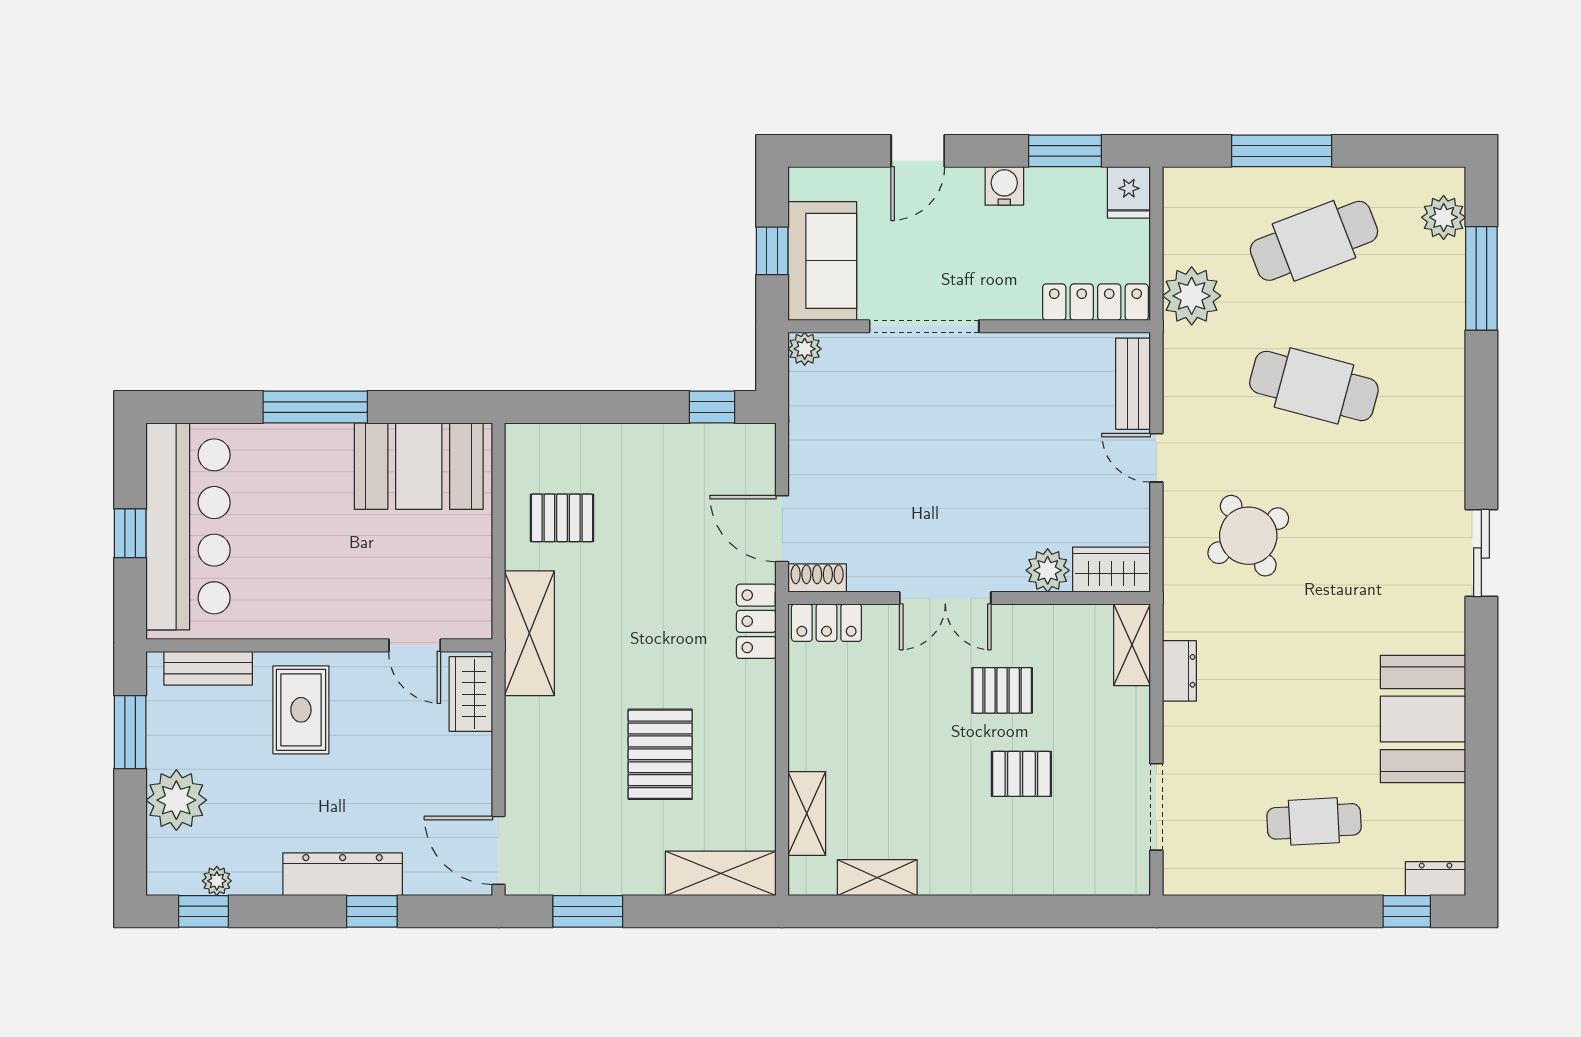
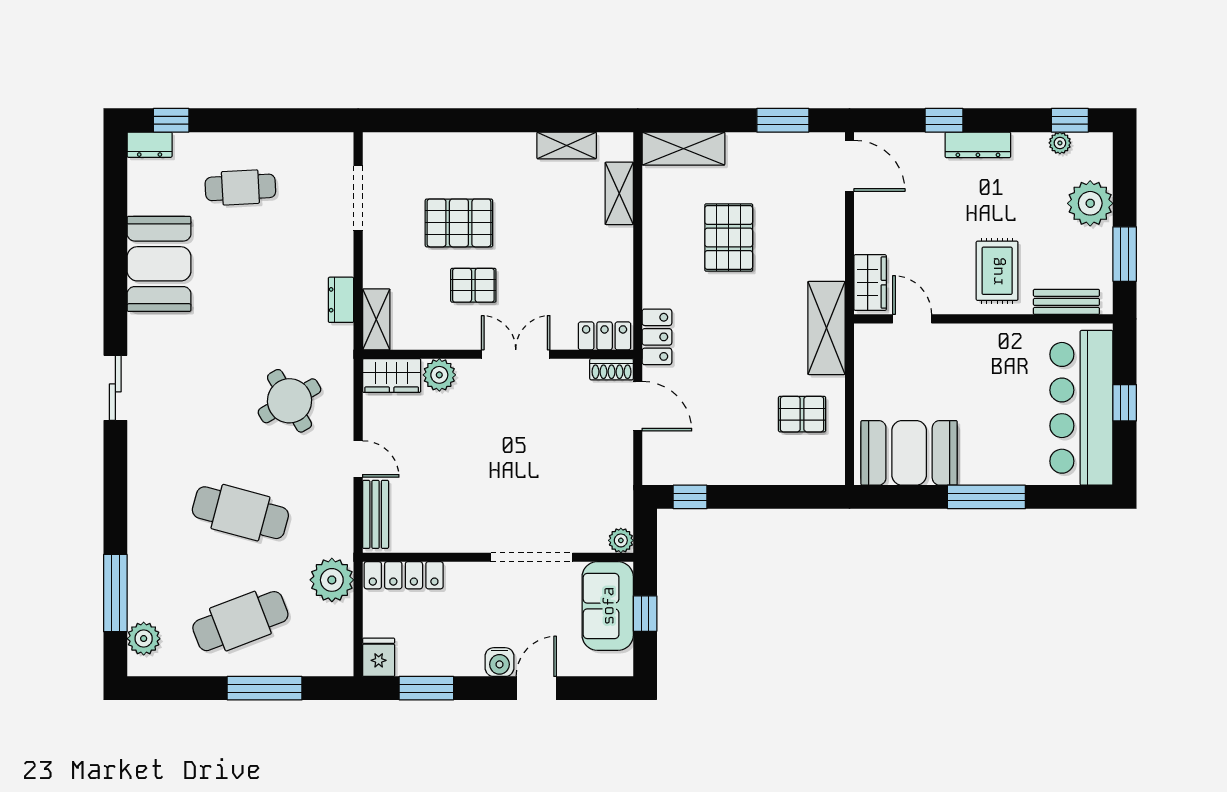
water cooler: (1004, 186) -> (499, 662), moved
pallet: (1021, 774) -> (459, 223), width x1.50, depth x1.42
dresser: (343, 874) -> (978, 145), width x0.73, depth x0.80

